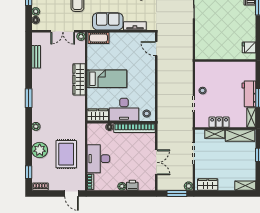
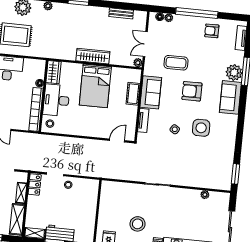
stool: (233, 22) -> (138, 224), added
cot: (99, 38) -> (133, 94), moved
bed: (107, 79) -> (95, 86), width x1.50
locker: (219, 122) -> (35, 184), moved

